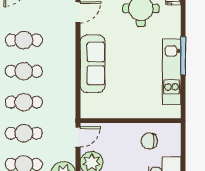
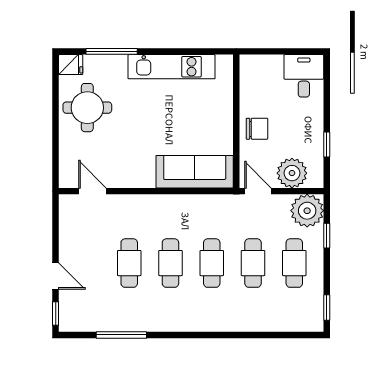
window: (183, 56) -> (112, 51), moved
sofa: (93, 64) -> (195, 172), moved
chair: (149, 141) -> (257, 129), moved, turned -90

